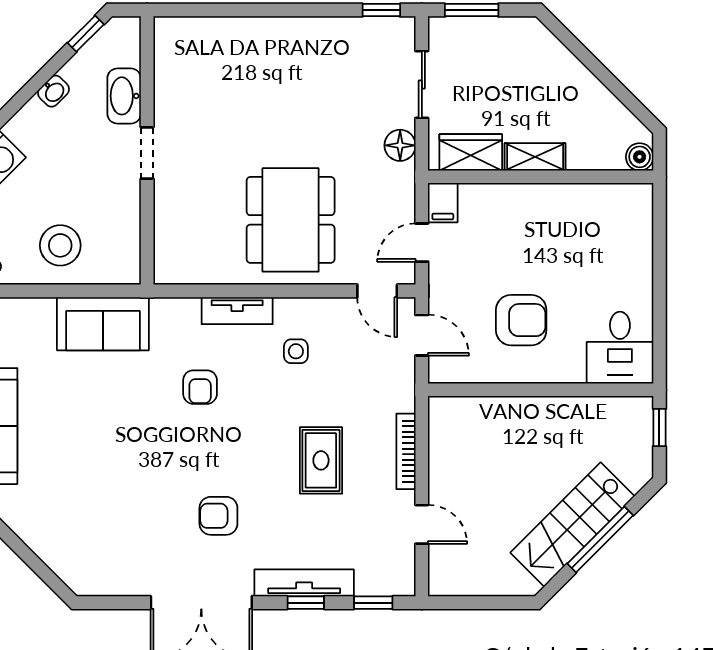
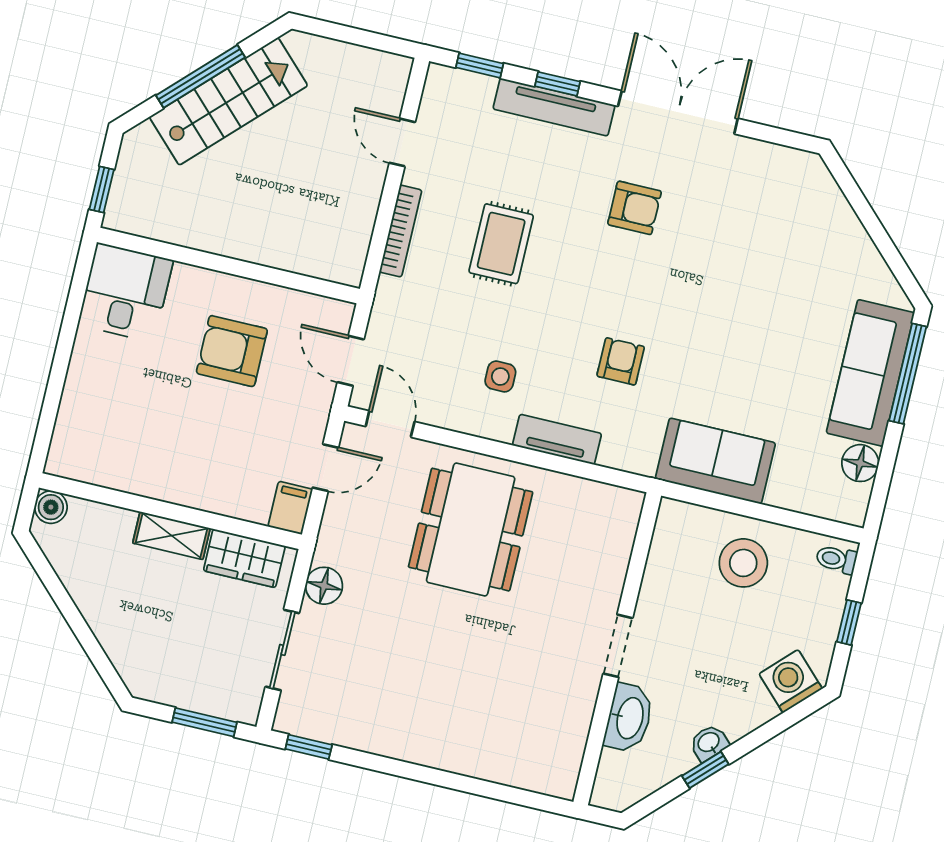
window: (86, 34) -> (705, 770), moved

